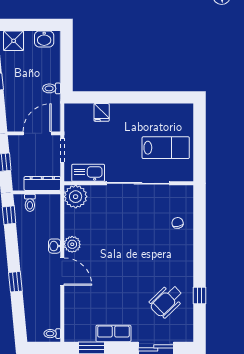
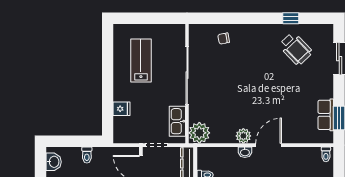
toilet: (52, 88) -> (87, 155), moved
lab bench: (166, 148) -> (141, 61), moved
row of seats: (113, 333) -> (326, 115), moved

